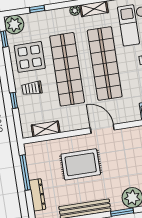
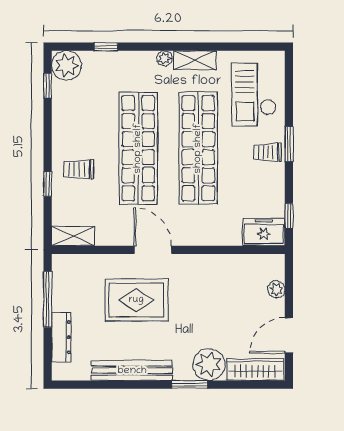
display table: (30, 57) -> (83, 120), removed
shelving: (46, 129) -> (73, 236), moved
door: (102, 129) -> (153, 250), moved

